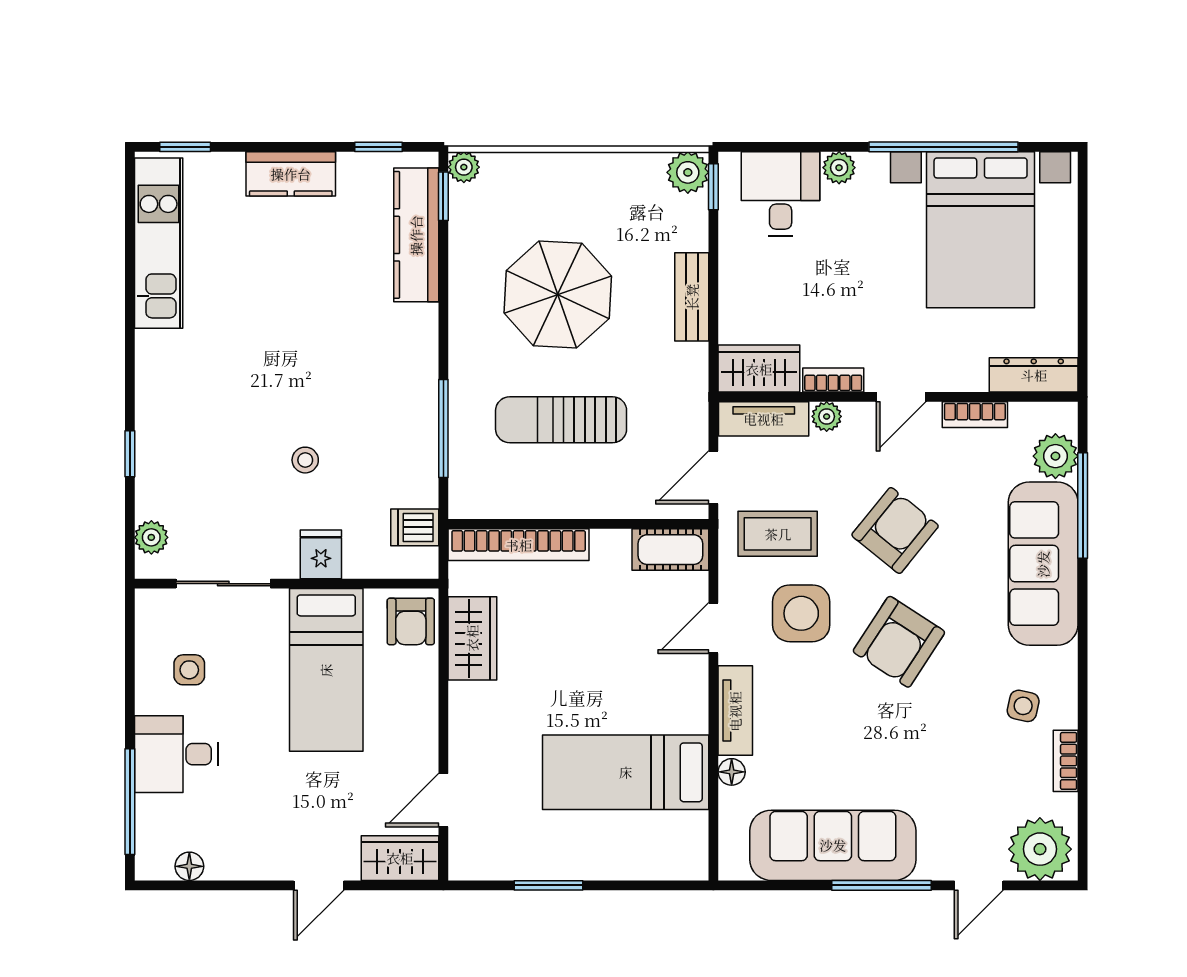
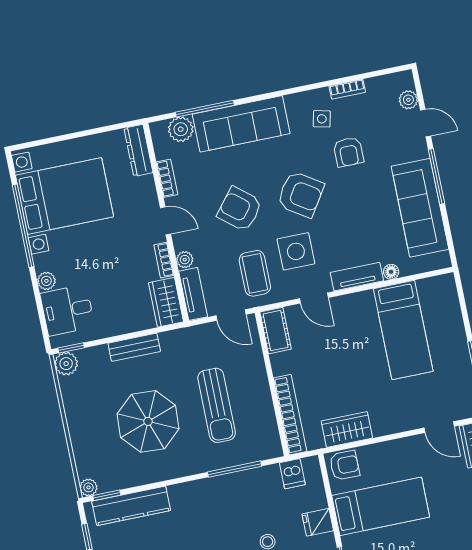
armchair: (956, 741) -> (348, 152), added
plant: (1040, 849) -> (408, 100), width x0.53, depth x0.53

